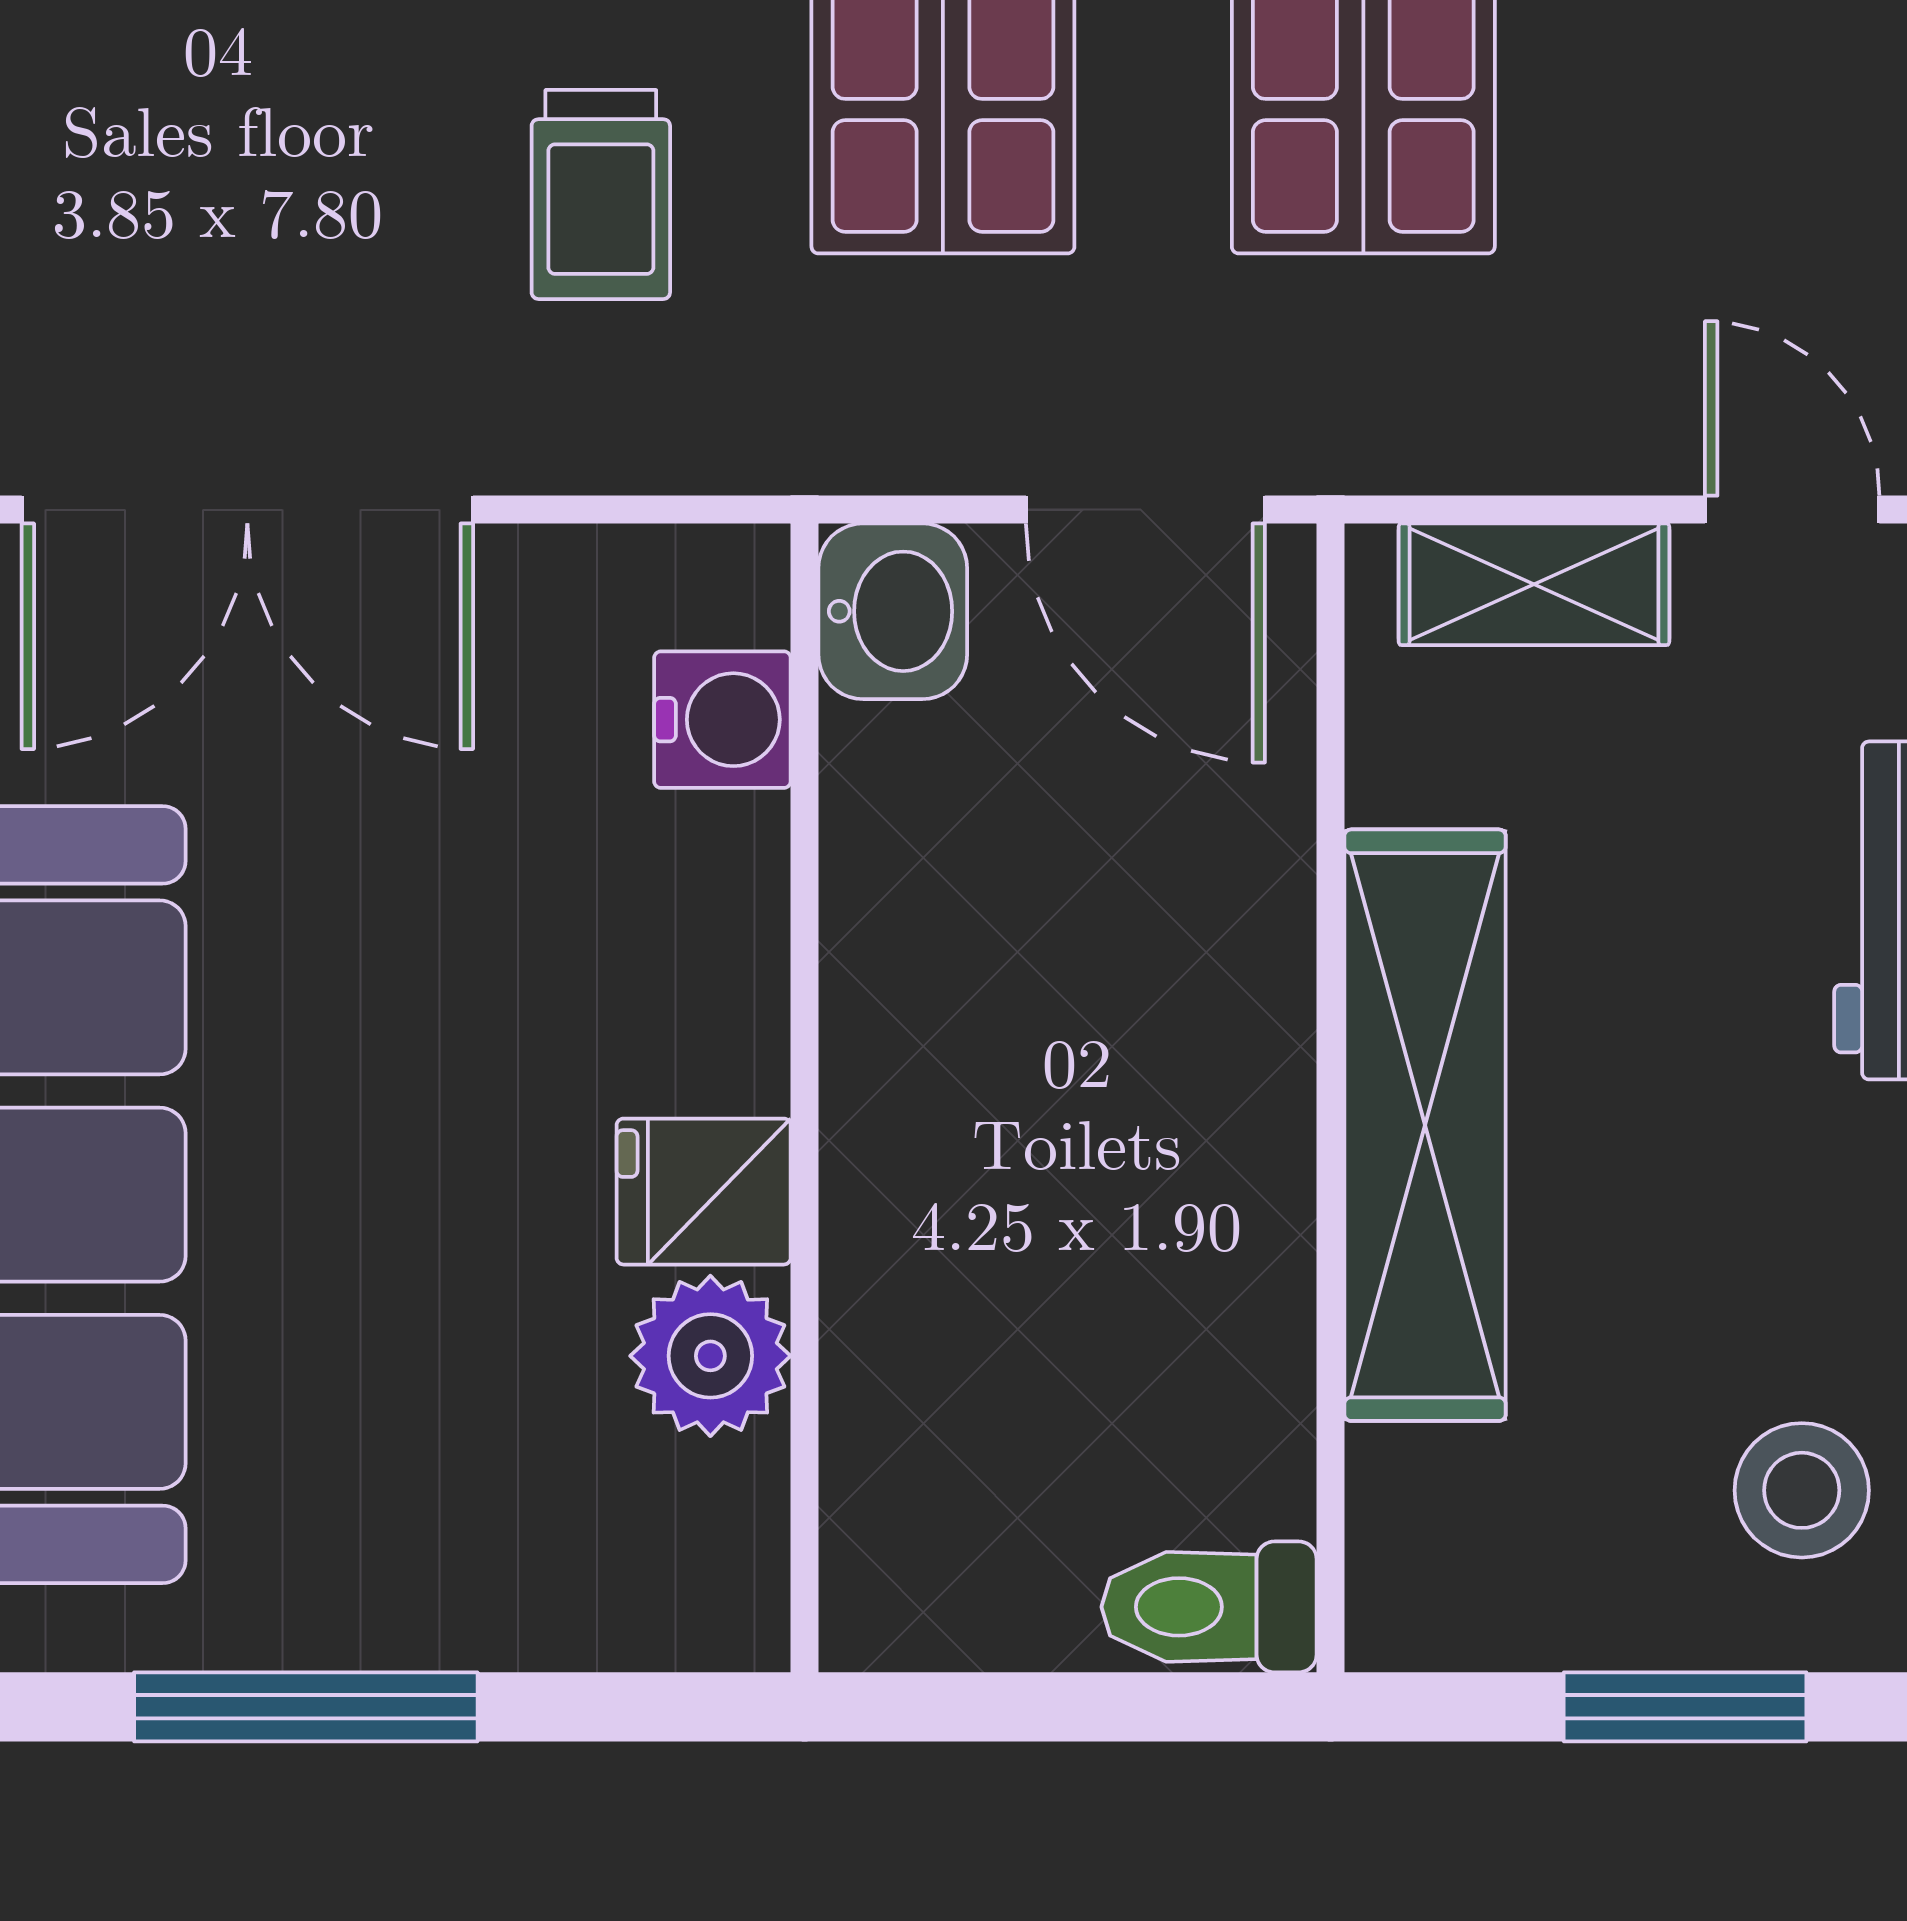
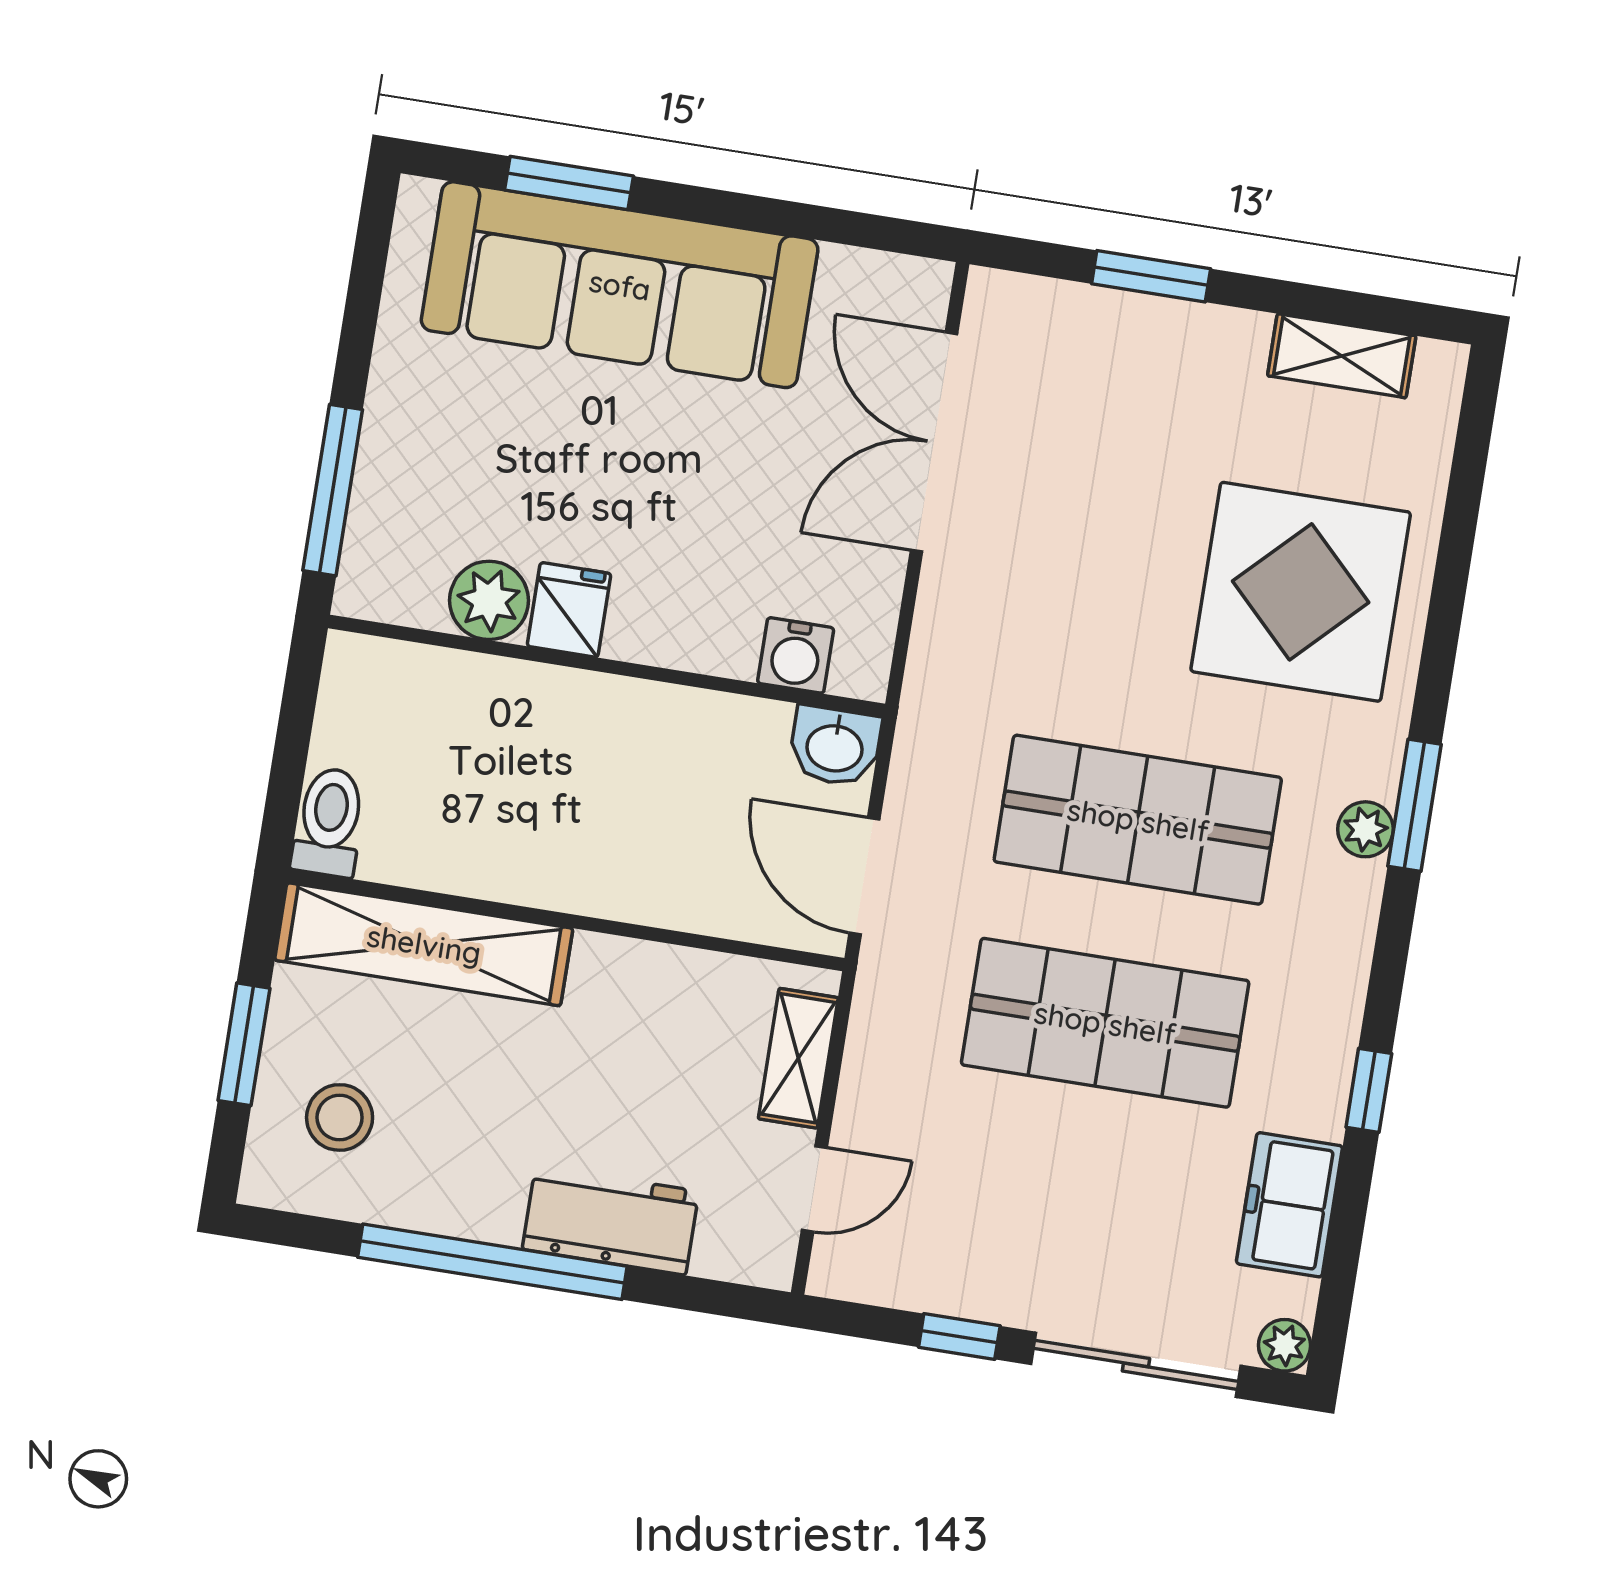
trolley: (601, 194) -> (1059, 637), removed
door: (1145, 510) -> (864, 876), hinge flipped
shelving: (1425, 1125) -> (424, 944), moved
window: (306, 1707) -> (333, 490), moved

